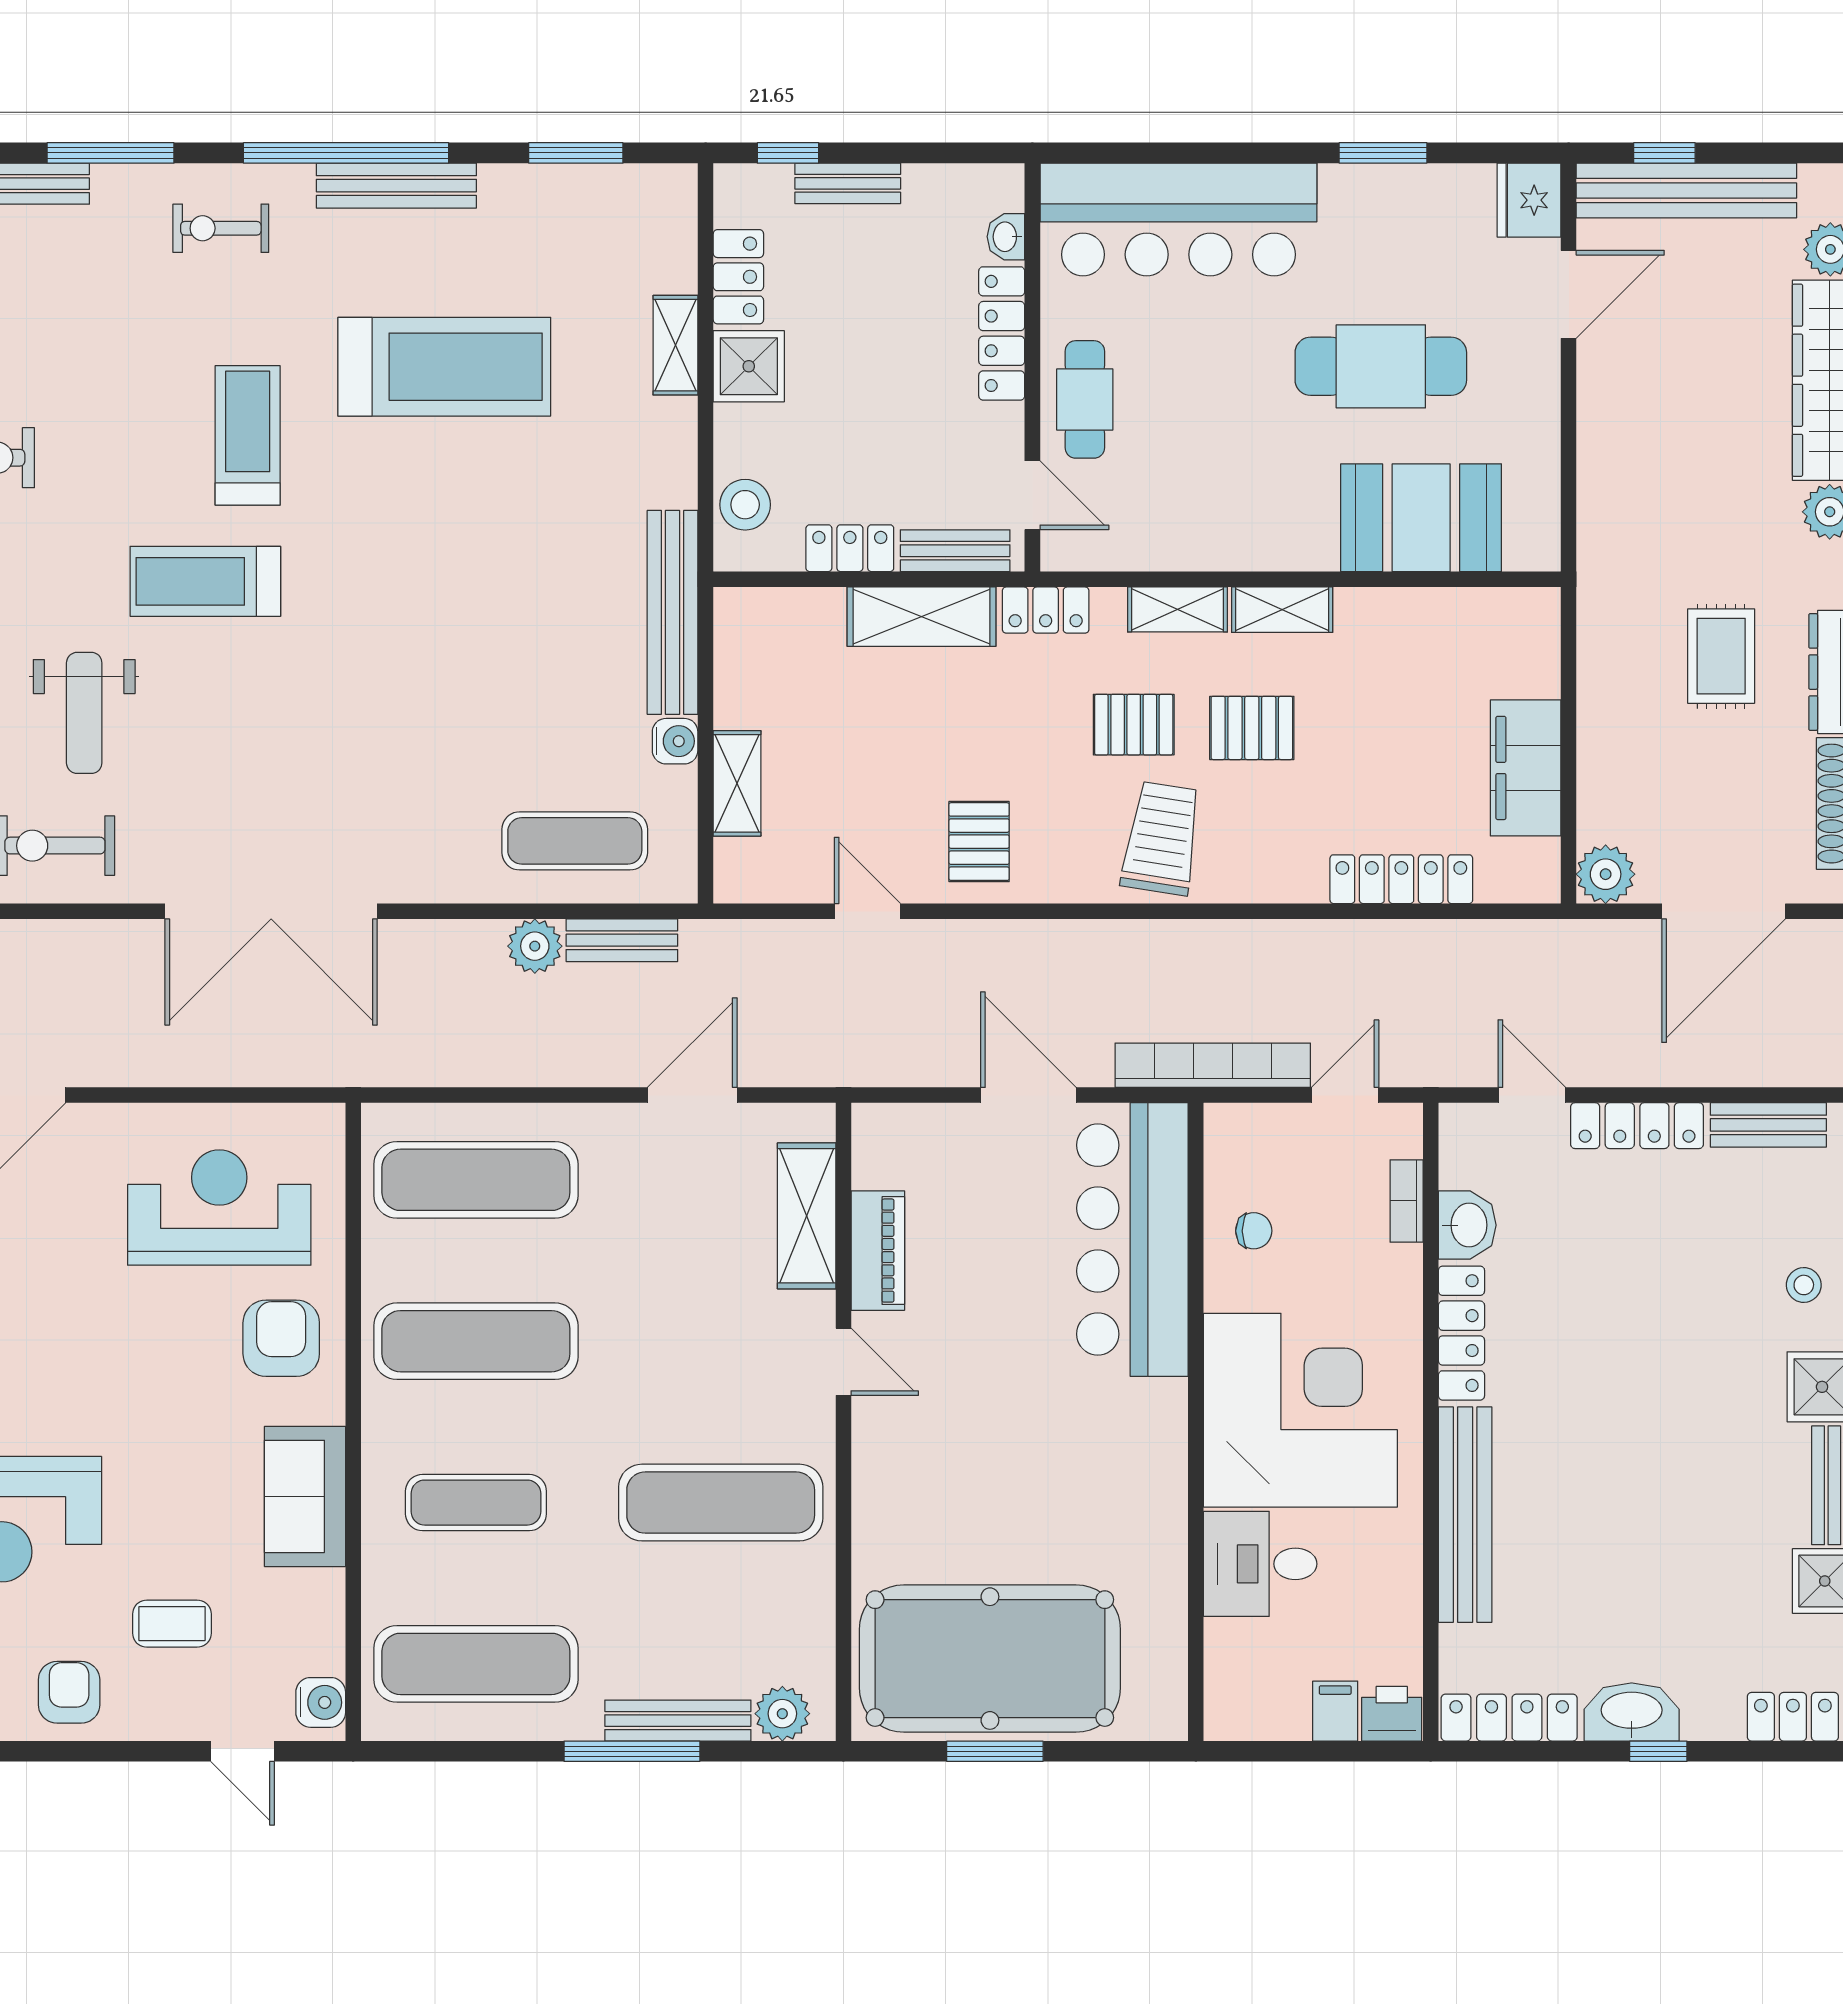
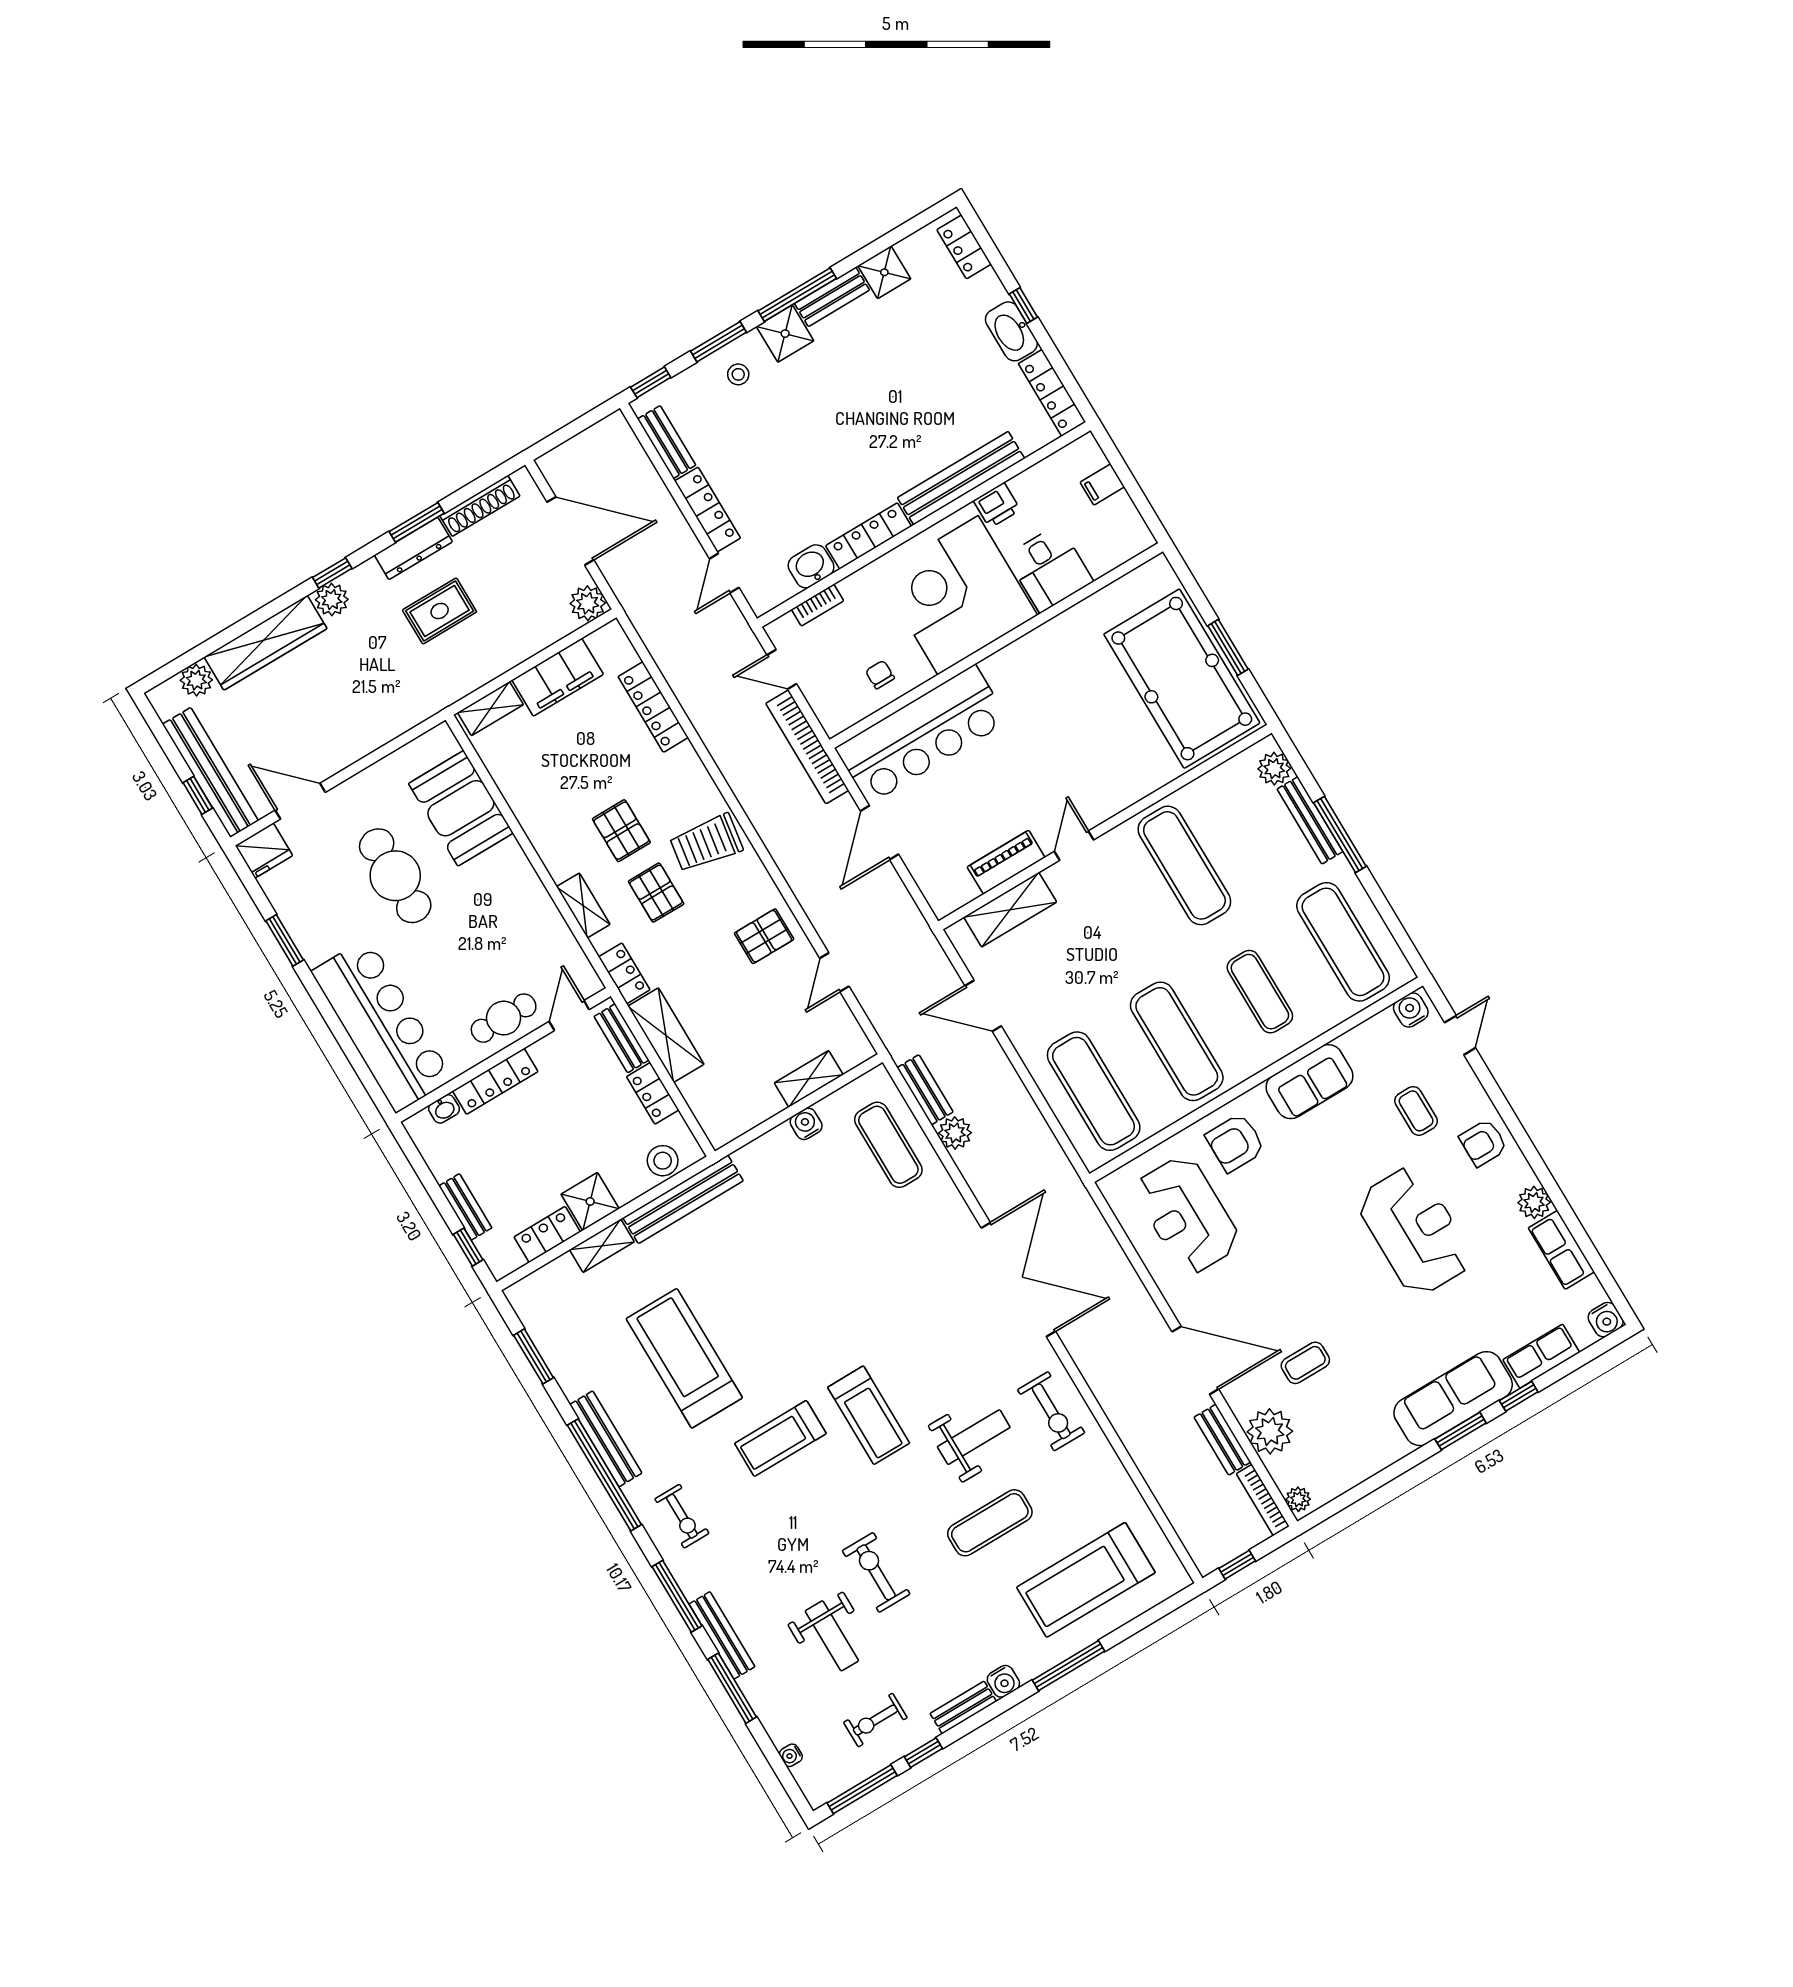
shelving: (1282, 610) -> (490, 709), moved, turned 90
bench: (673, 612) -> (683, 1199), moved
printer: (1392, 1714) -> (997, 505), moved, turned -90

